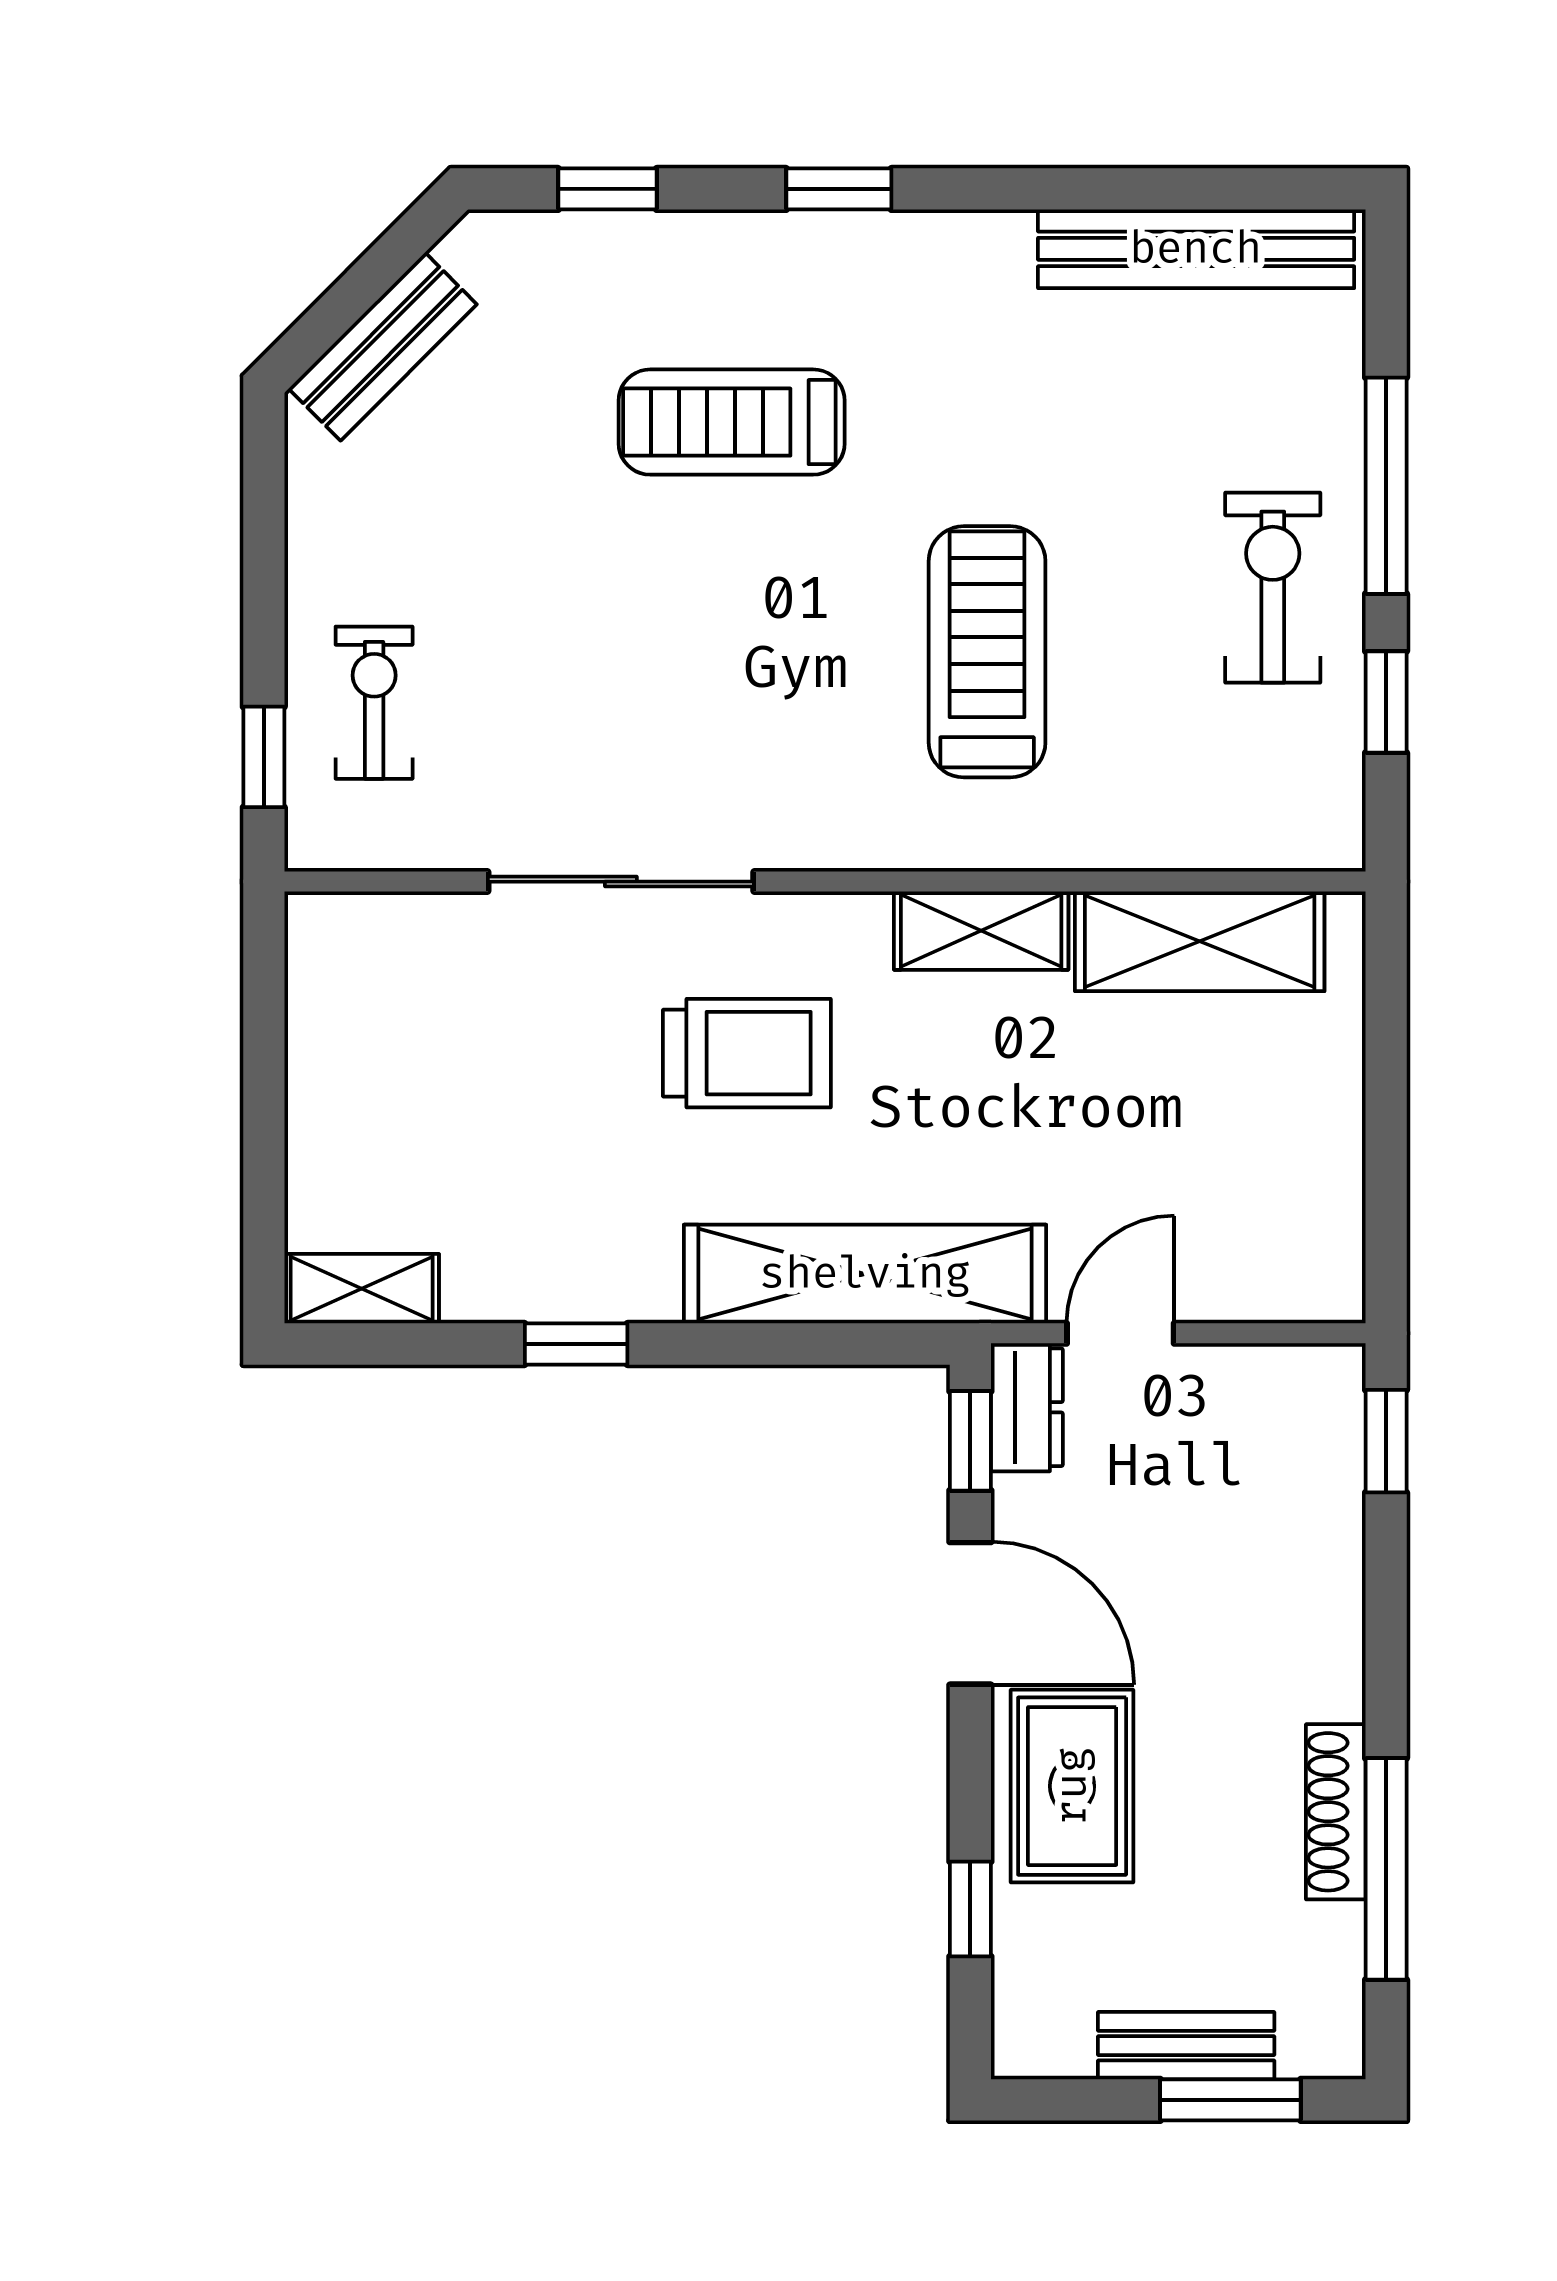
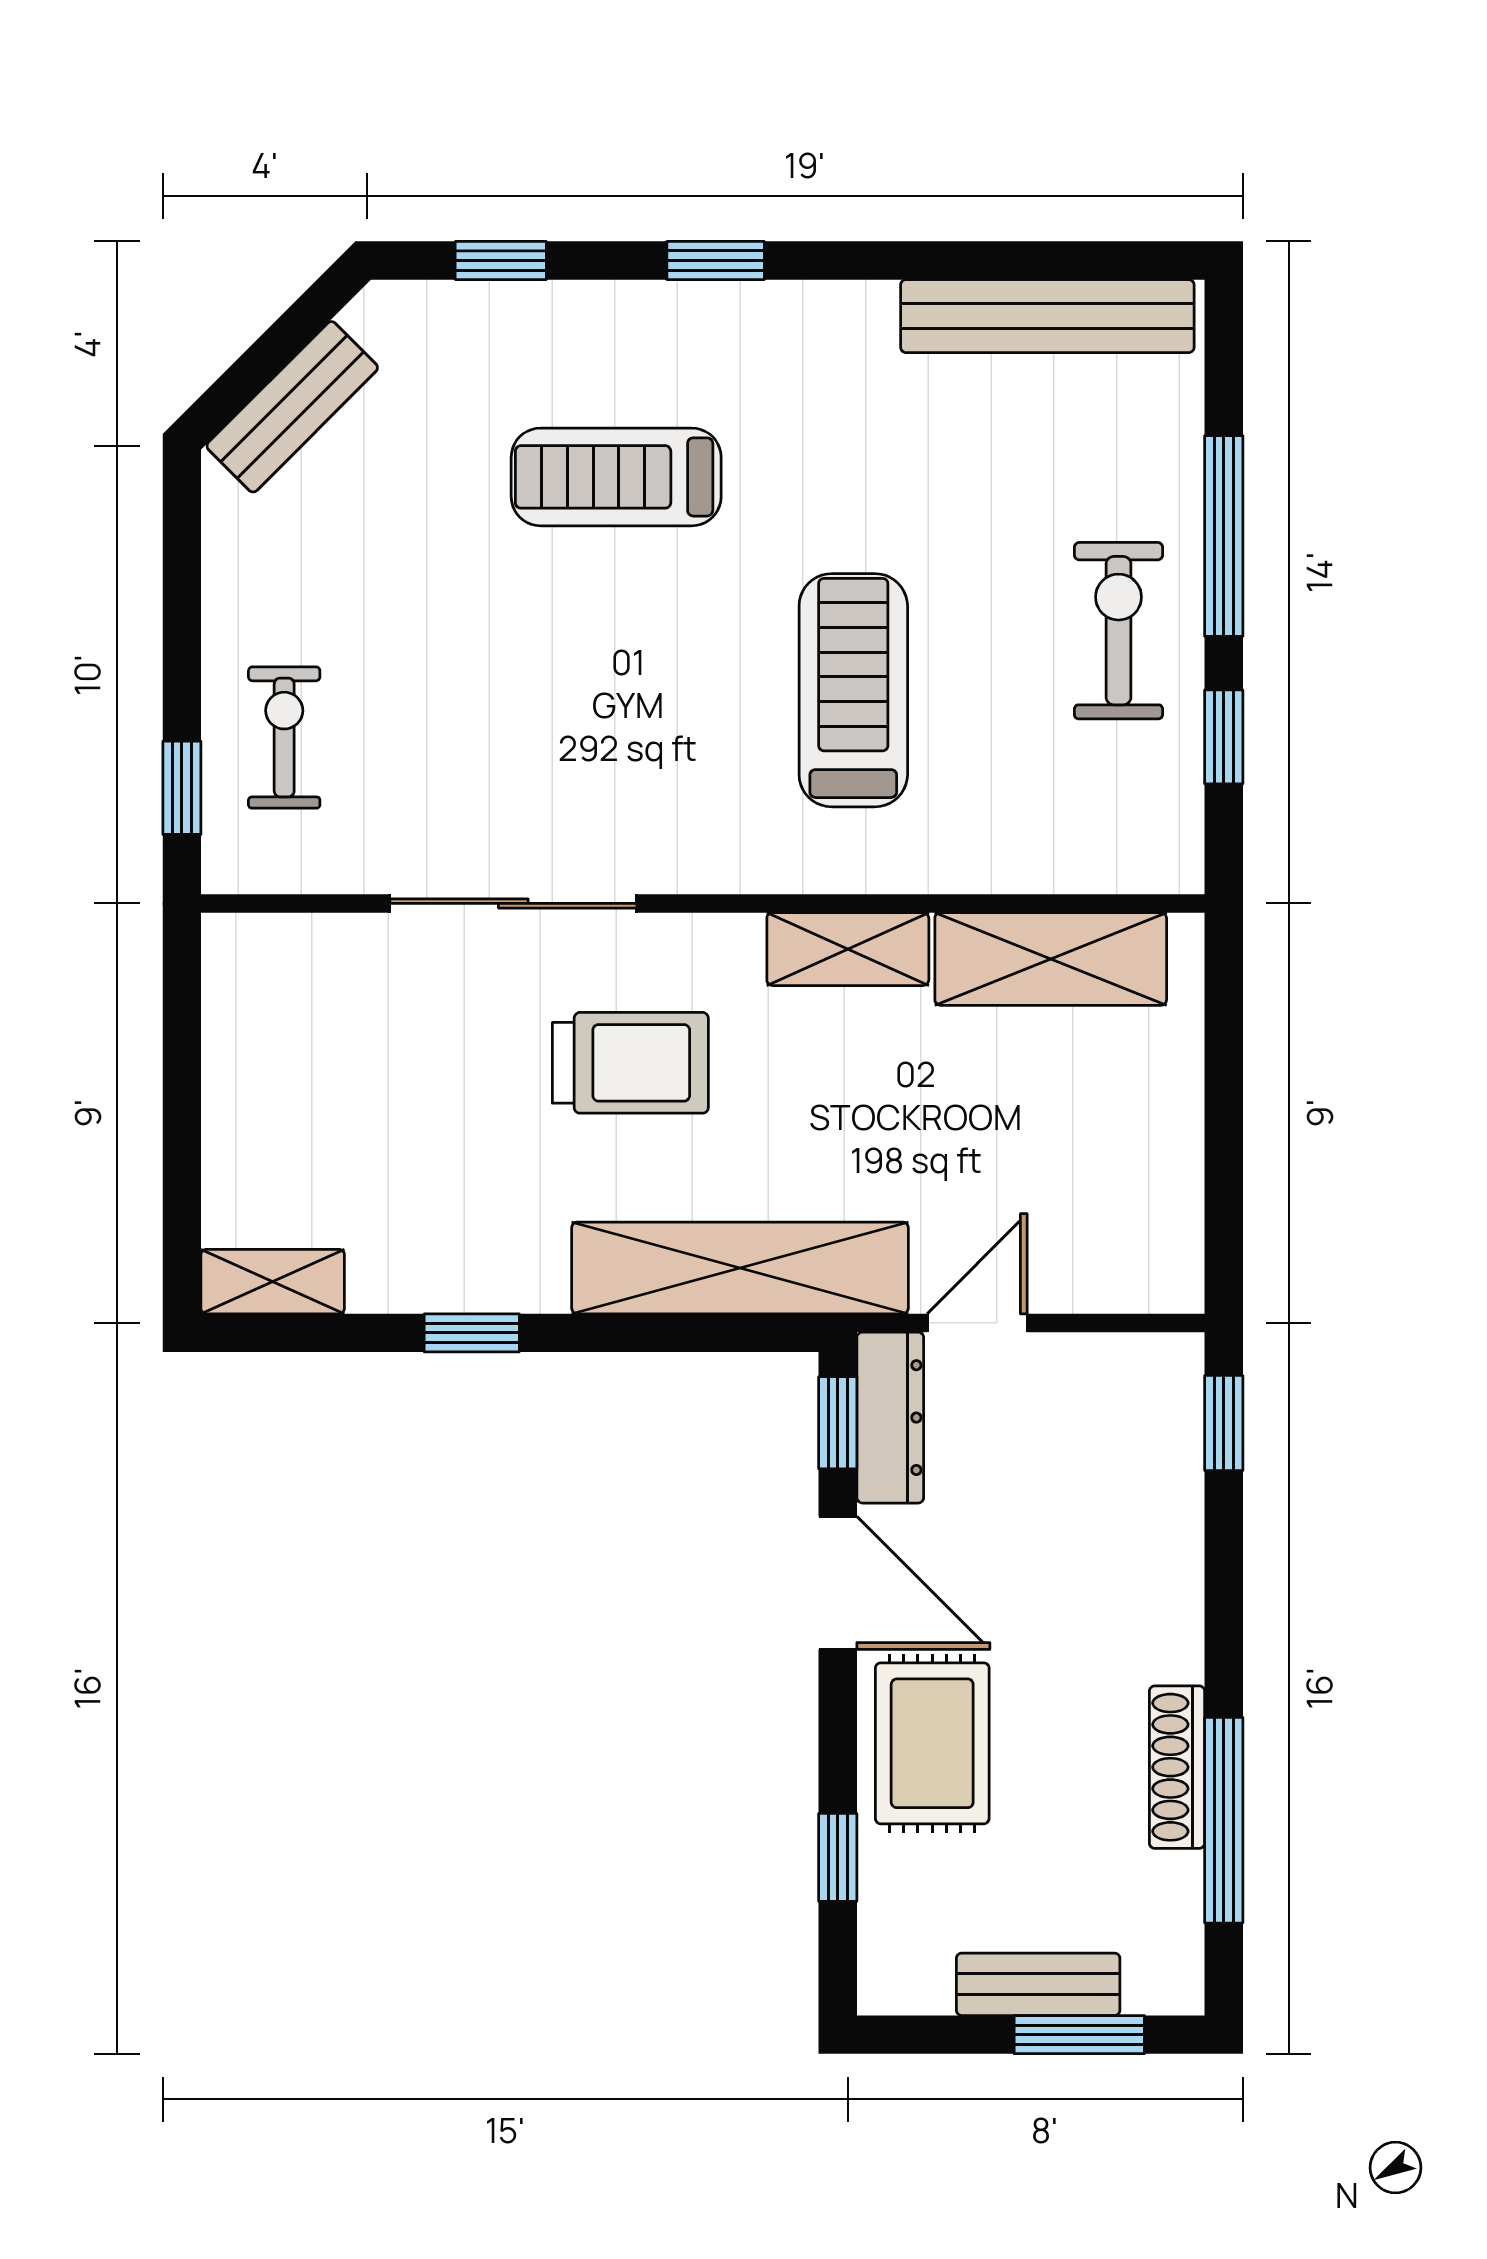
dresser: (1027, 1407) -> (890, 1418), width x1.44

